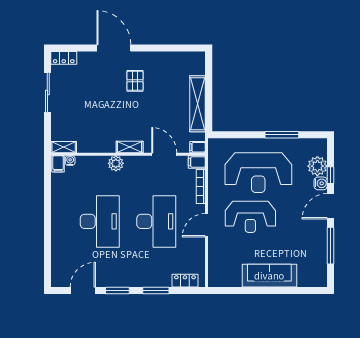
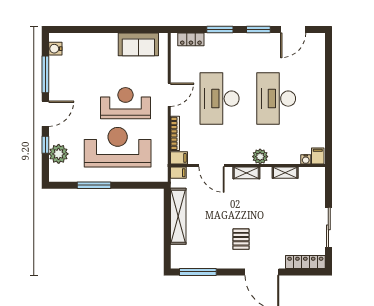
window: (178, 48) -> (198, 272), added
locker: (64, 58) -> (305, 262), width x1.53
shelving: (64, 147) -> (285, 173), moved
water cooler: (321, 183) -> (55, 49), moved
sofa: (269, 276) -> (138, 44), moved, width x0.73

